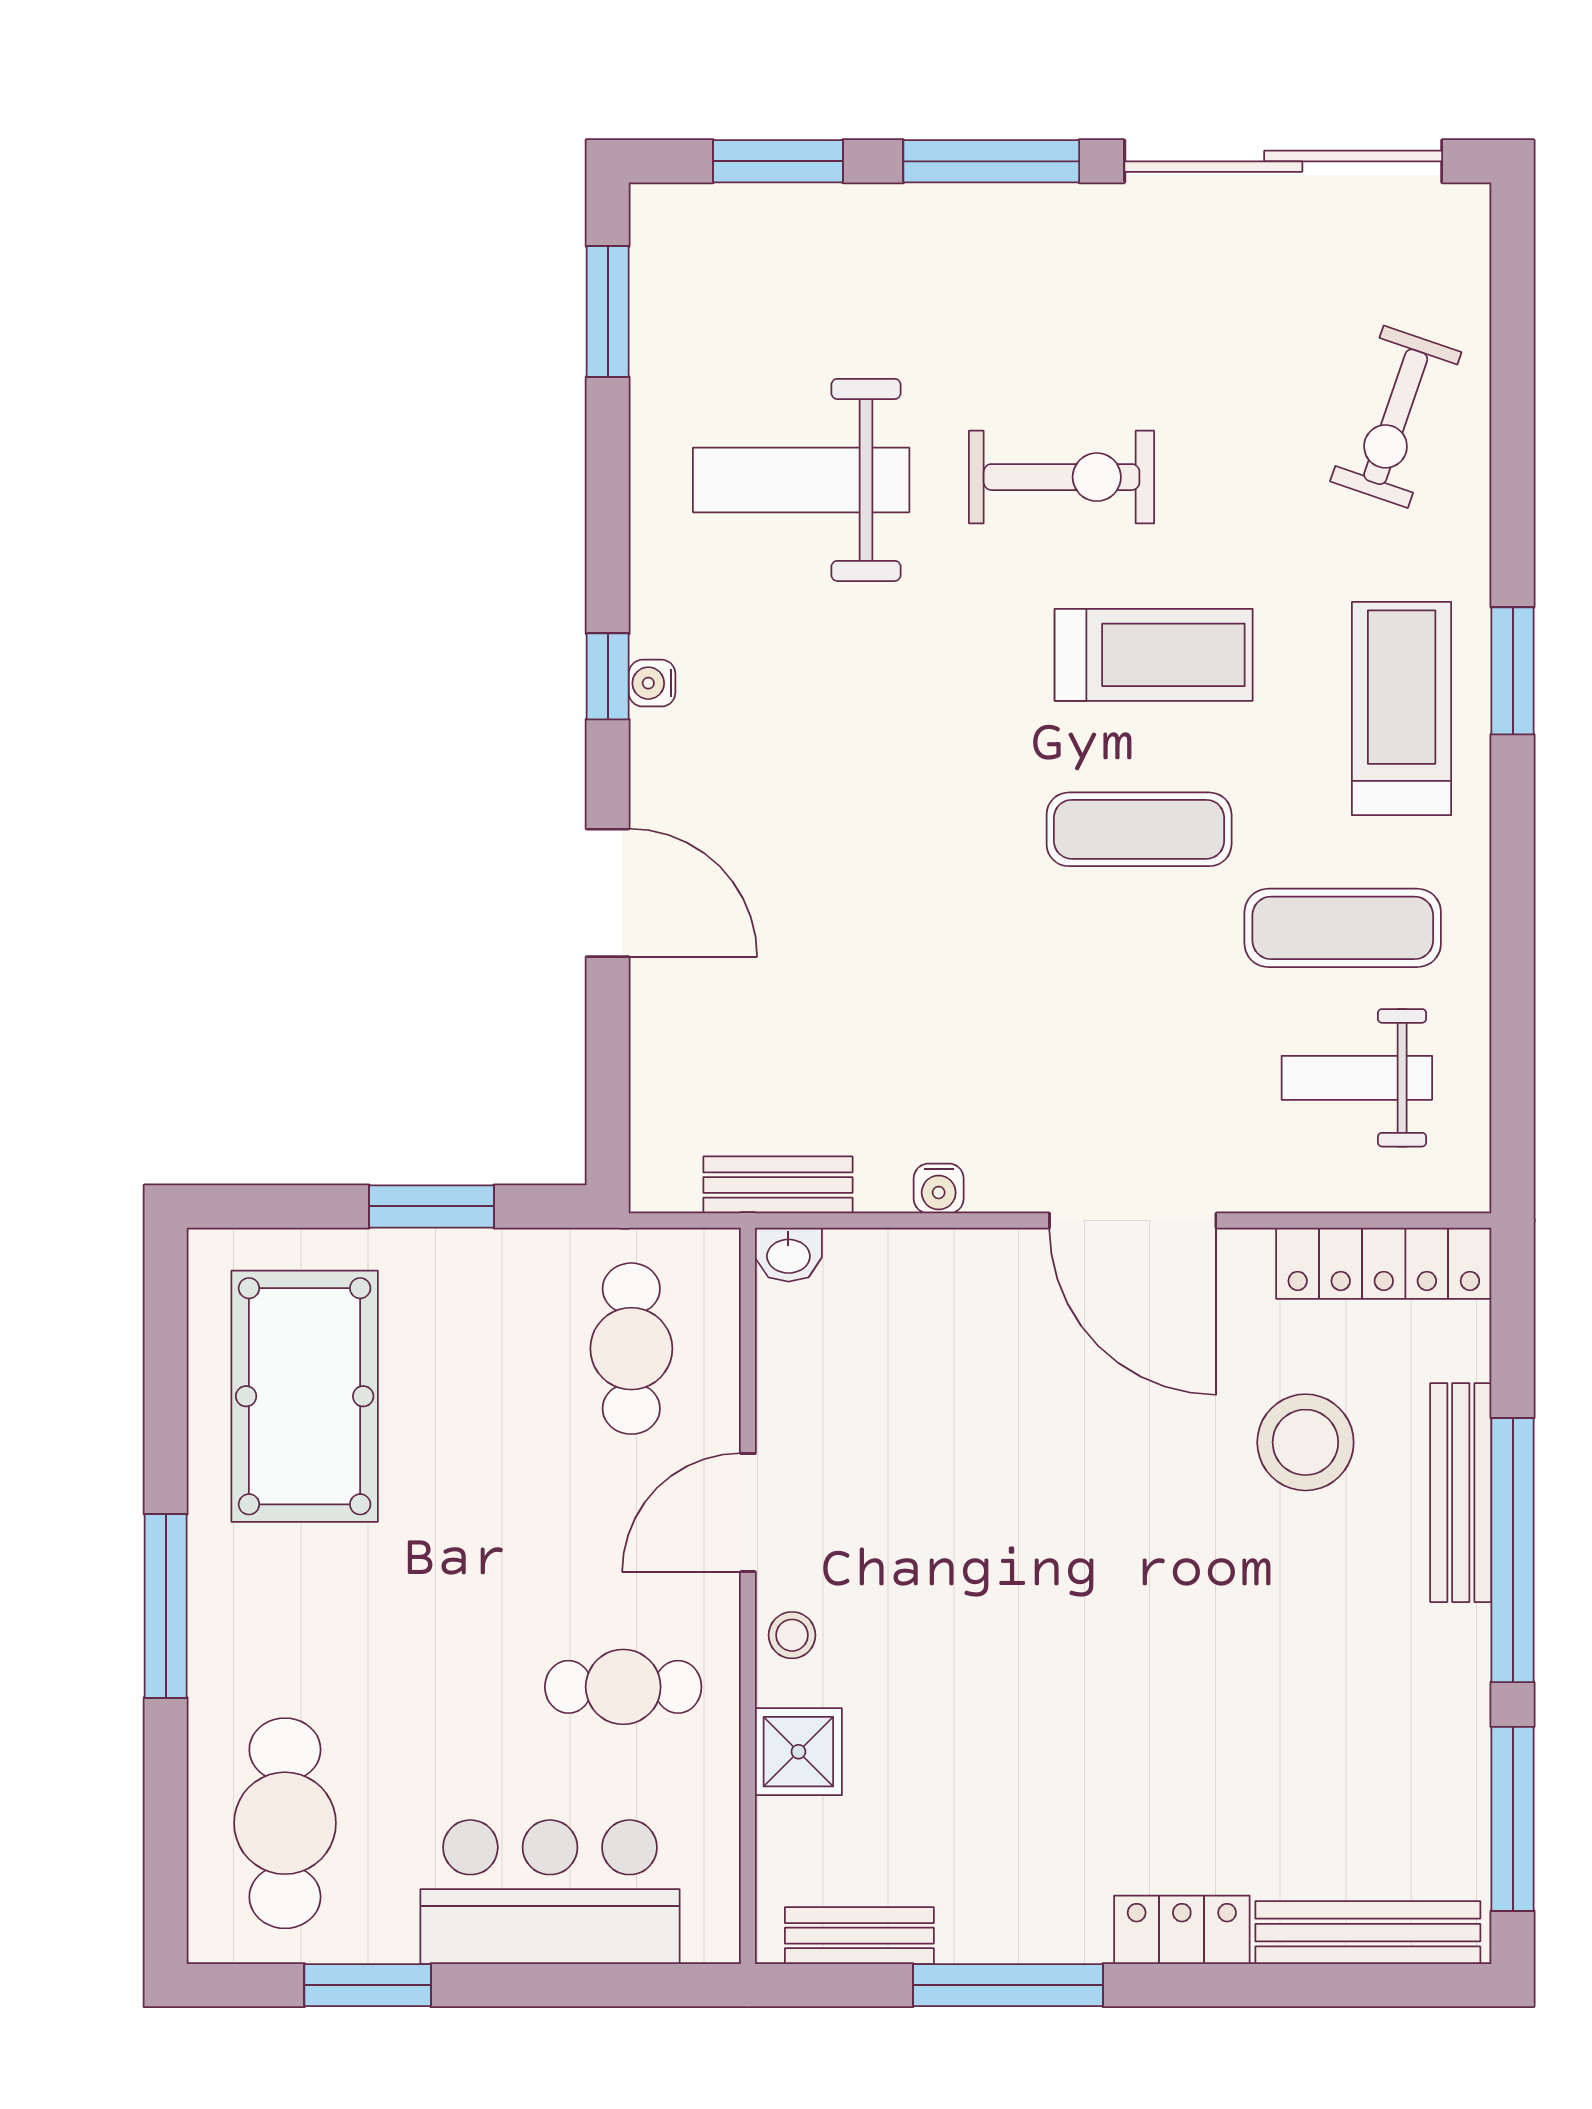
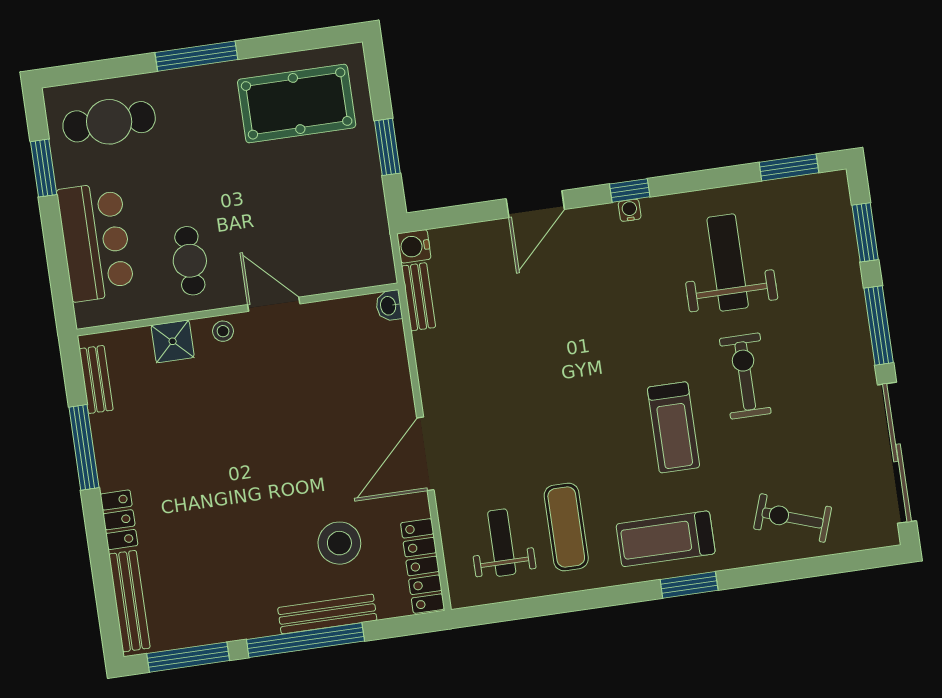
exercise bike: (1062, 477) -> (745, 376), turned 180
treadmill: (1402, 708) -> (666, 539), turned 180
exercise mat: (1139, 829) -> (596, 432), removed
water cooler: (939, 1189) -> (414, 246), moved, width x1.38, depth x1.38
cafe table: (631, 1349) -> (338, 243), removed

